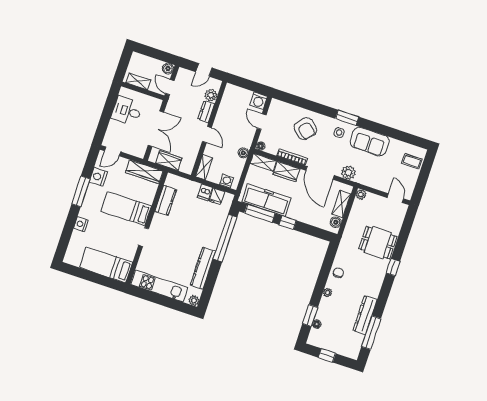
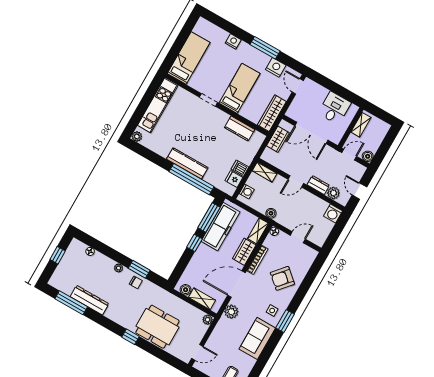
washing machine: (259, 101) -> (333, 214), moved, turned -90
dining table: (378, 243) -> (157, 327), width x1.38
kitchen counter: (203, 268) -> (187, 163), moved
window: (310, 316) -> (139, 269), moved

